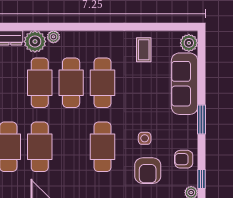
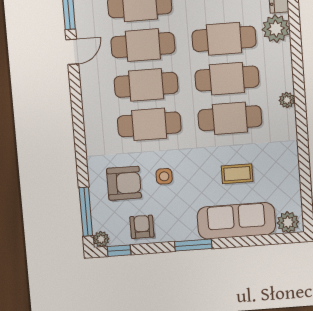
plant: (53, 37) -> (287, 100), moved
coffee table: (144, 50) -> (237, 174), moved
cafe table: (71, 147) -> (146, 85), added
armchair: (148, 171) -> (124, 183), turned 180

